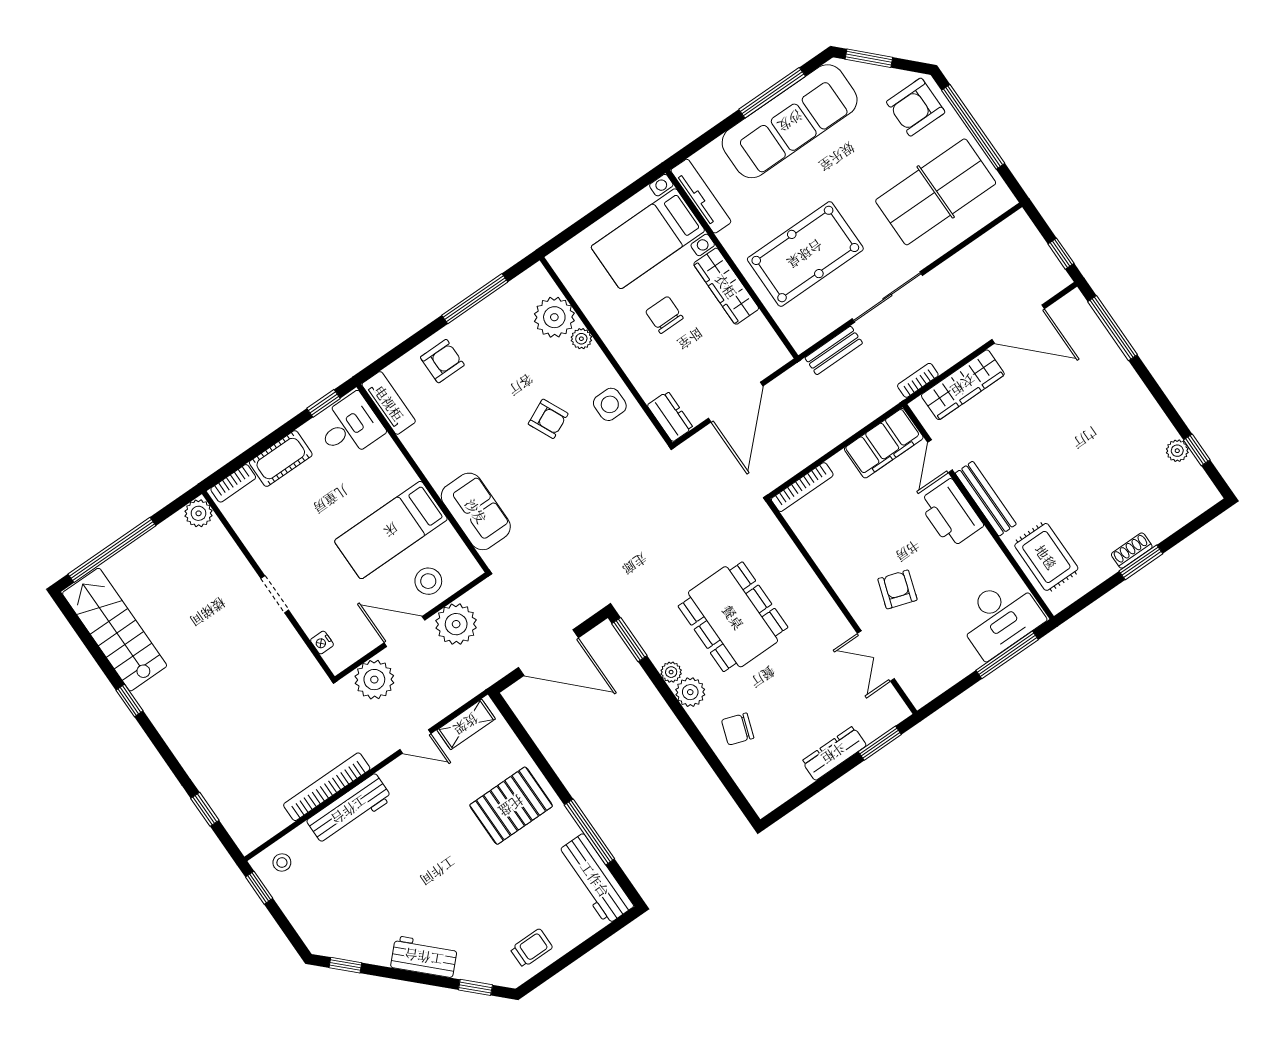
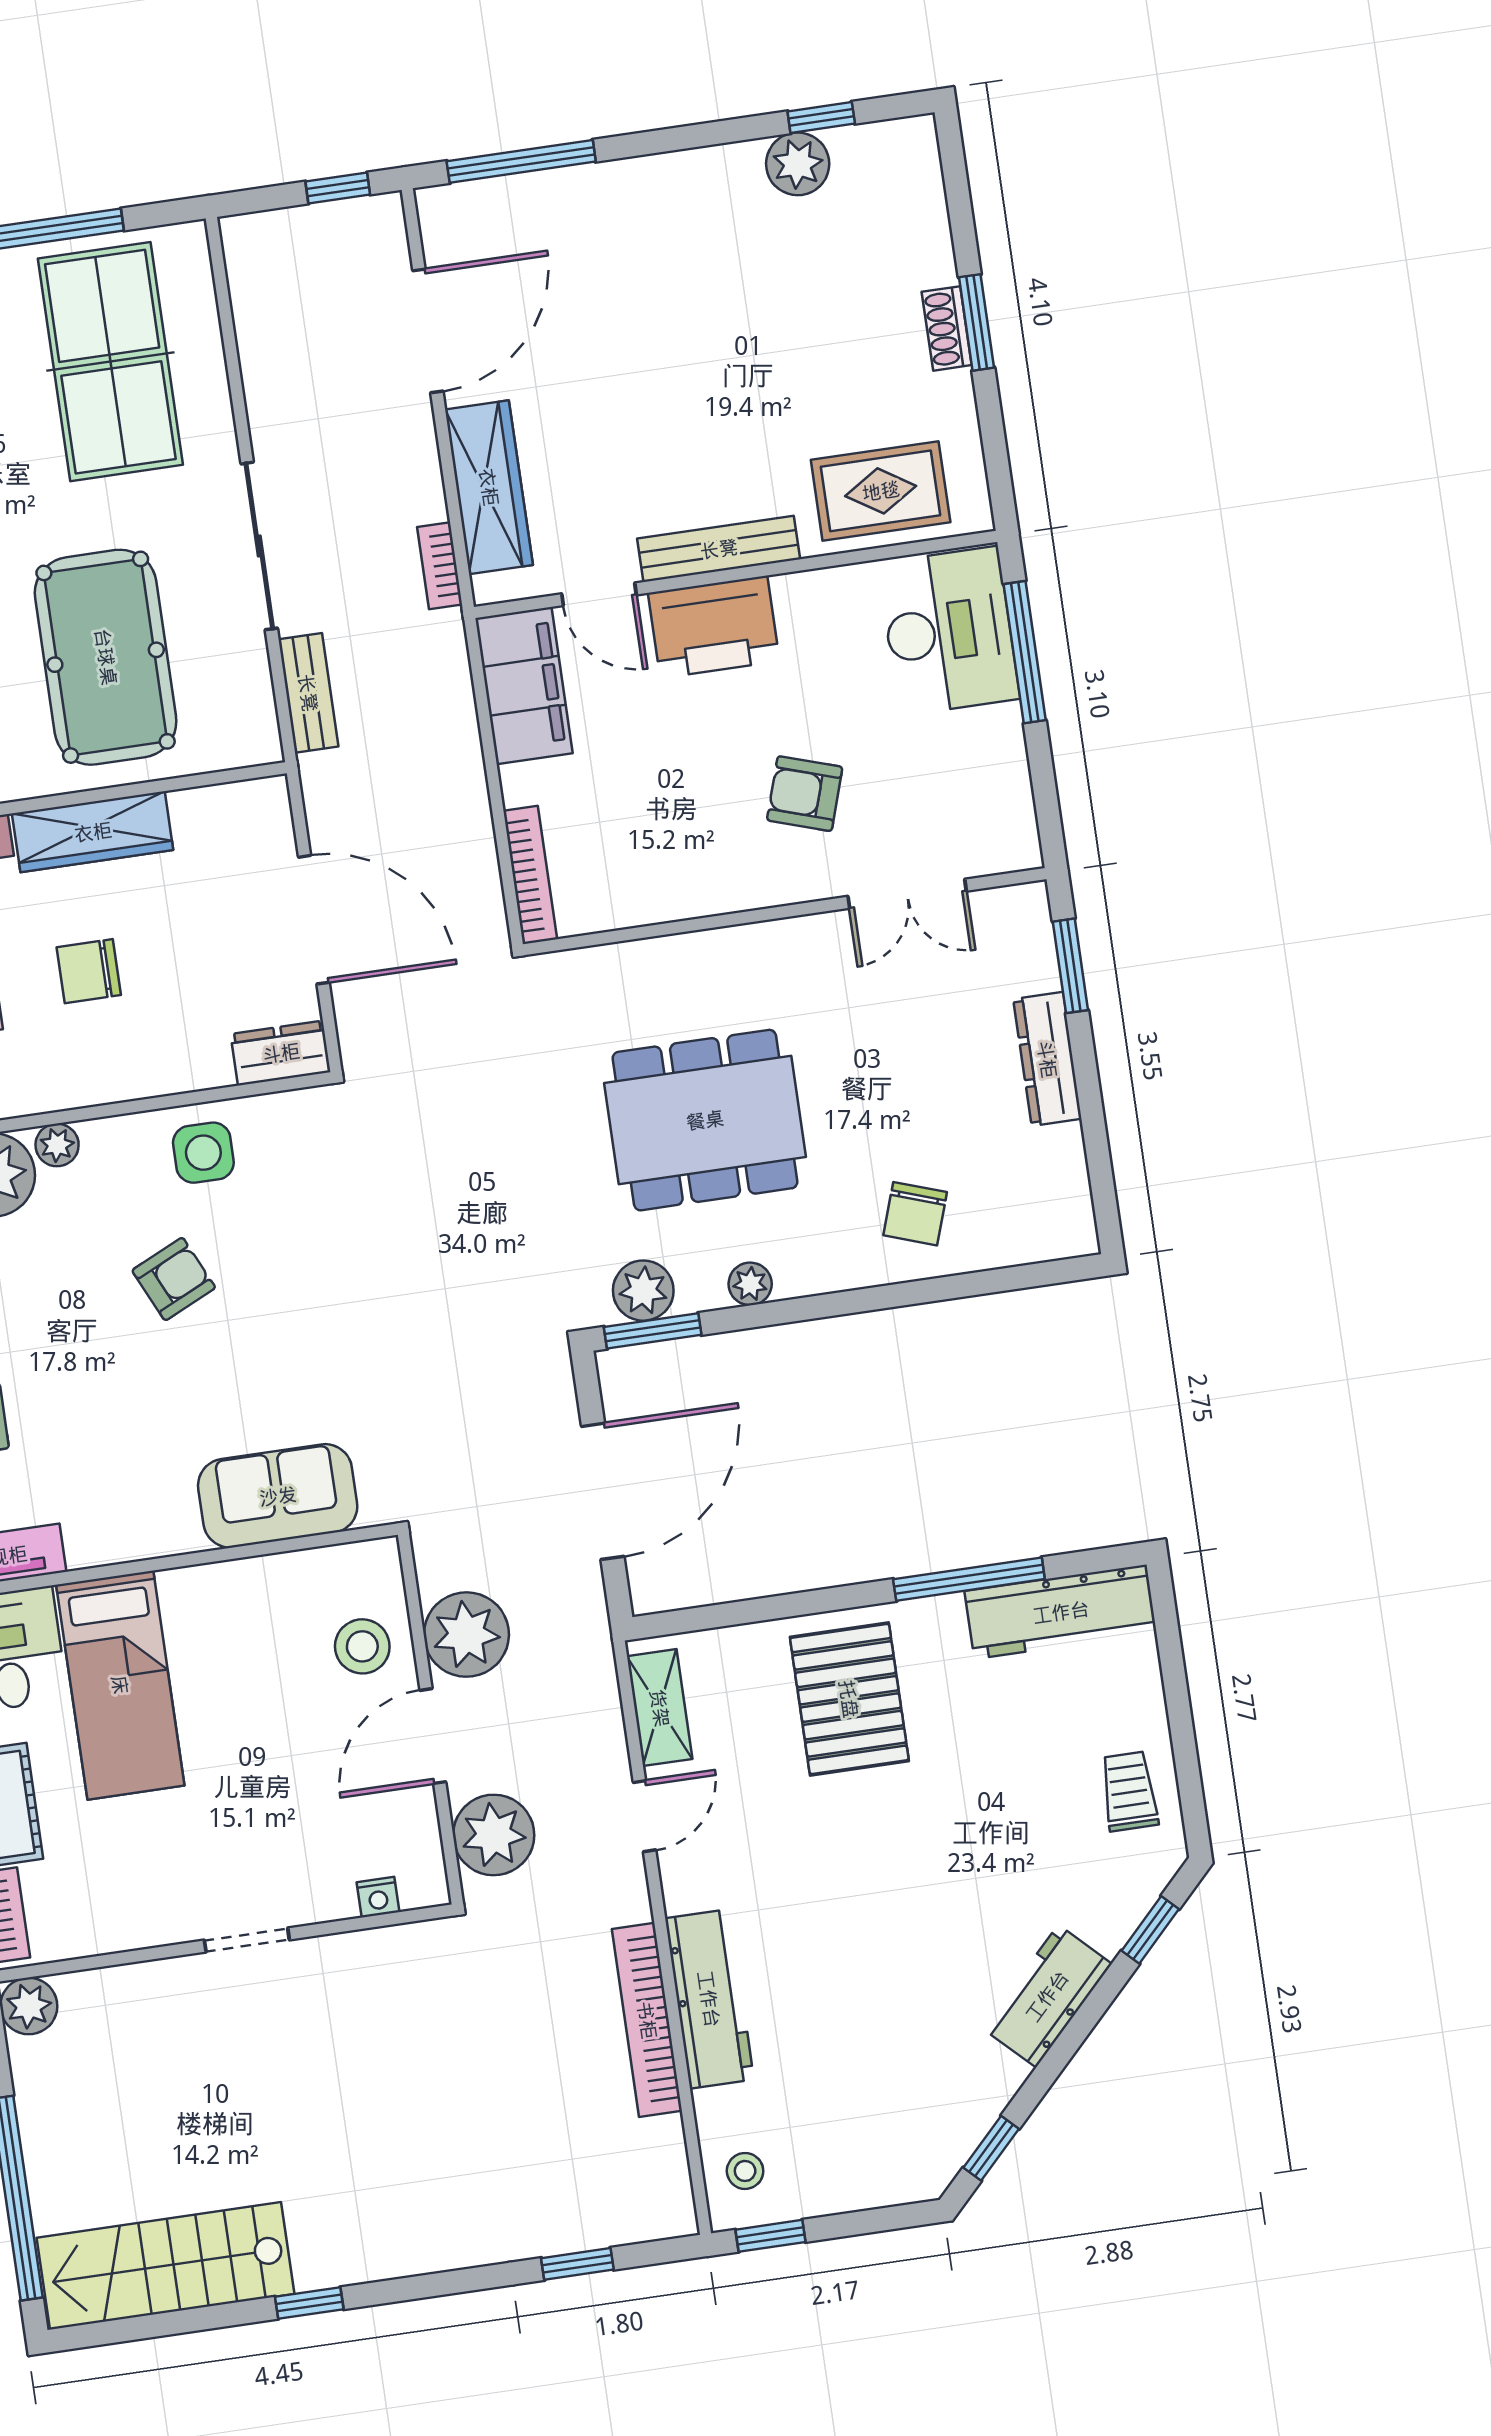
plant: (1177, 451) -> (798, 164), width x1.38, depth x1.38
bed: (391, 530) -> (120, 1685), moved
plant: (690, 692) -> (643, 1291), moved

